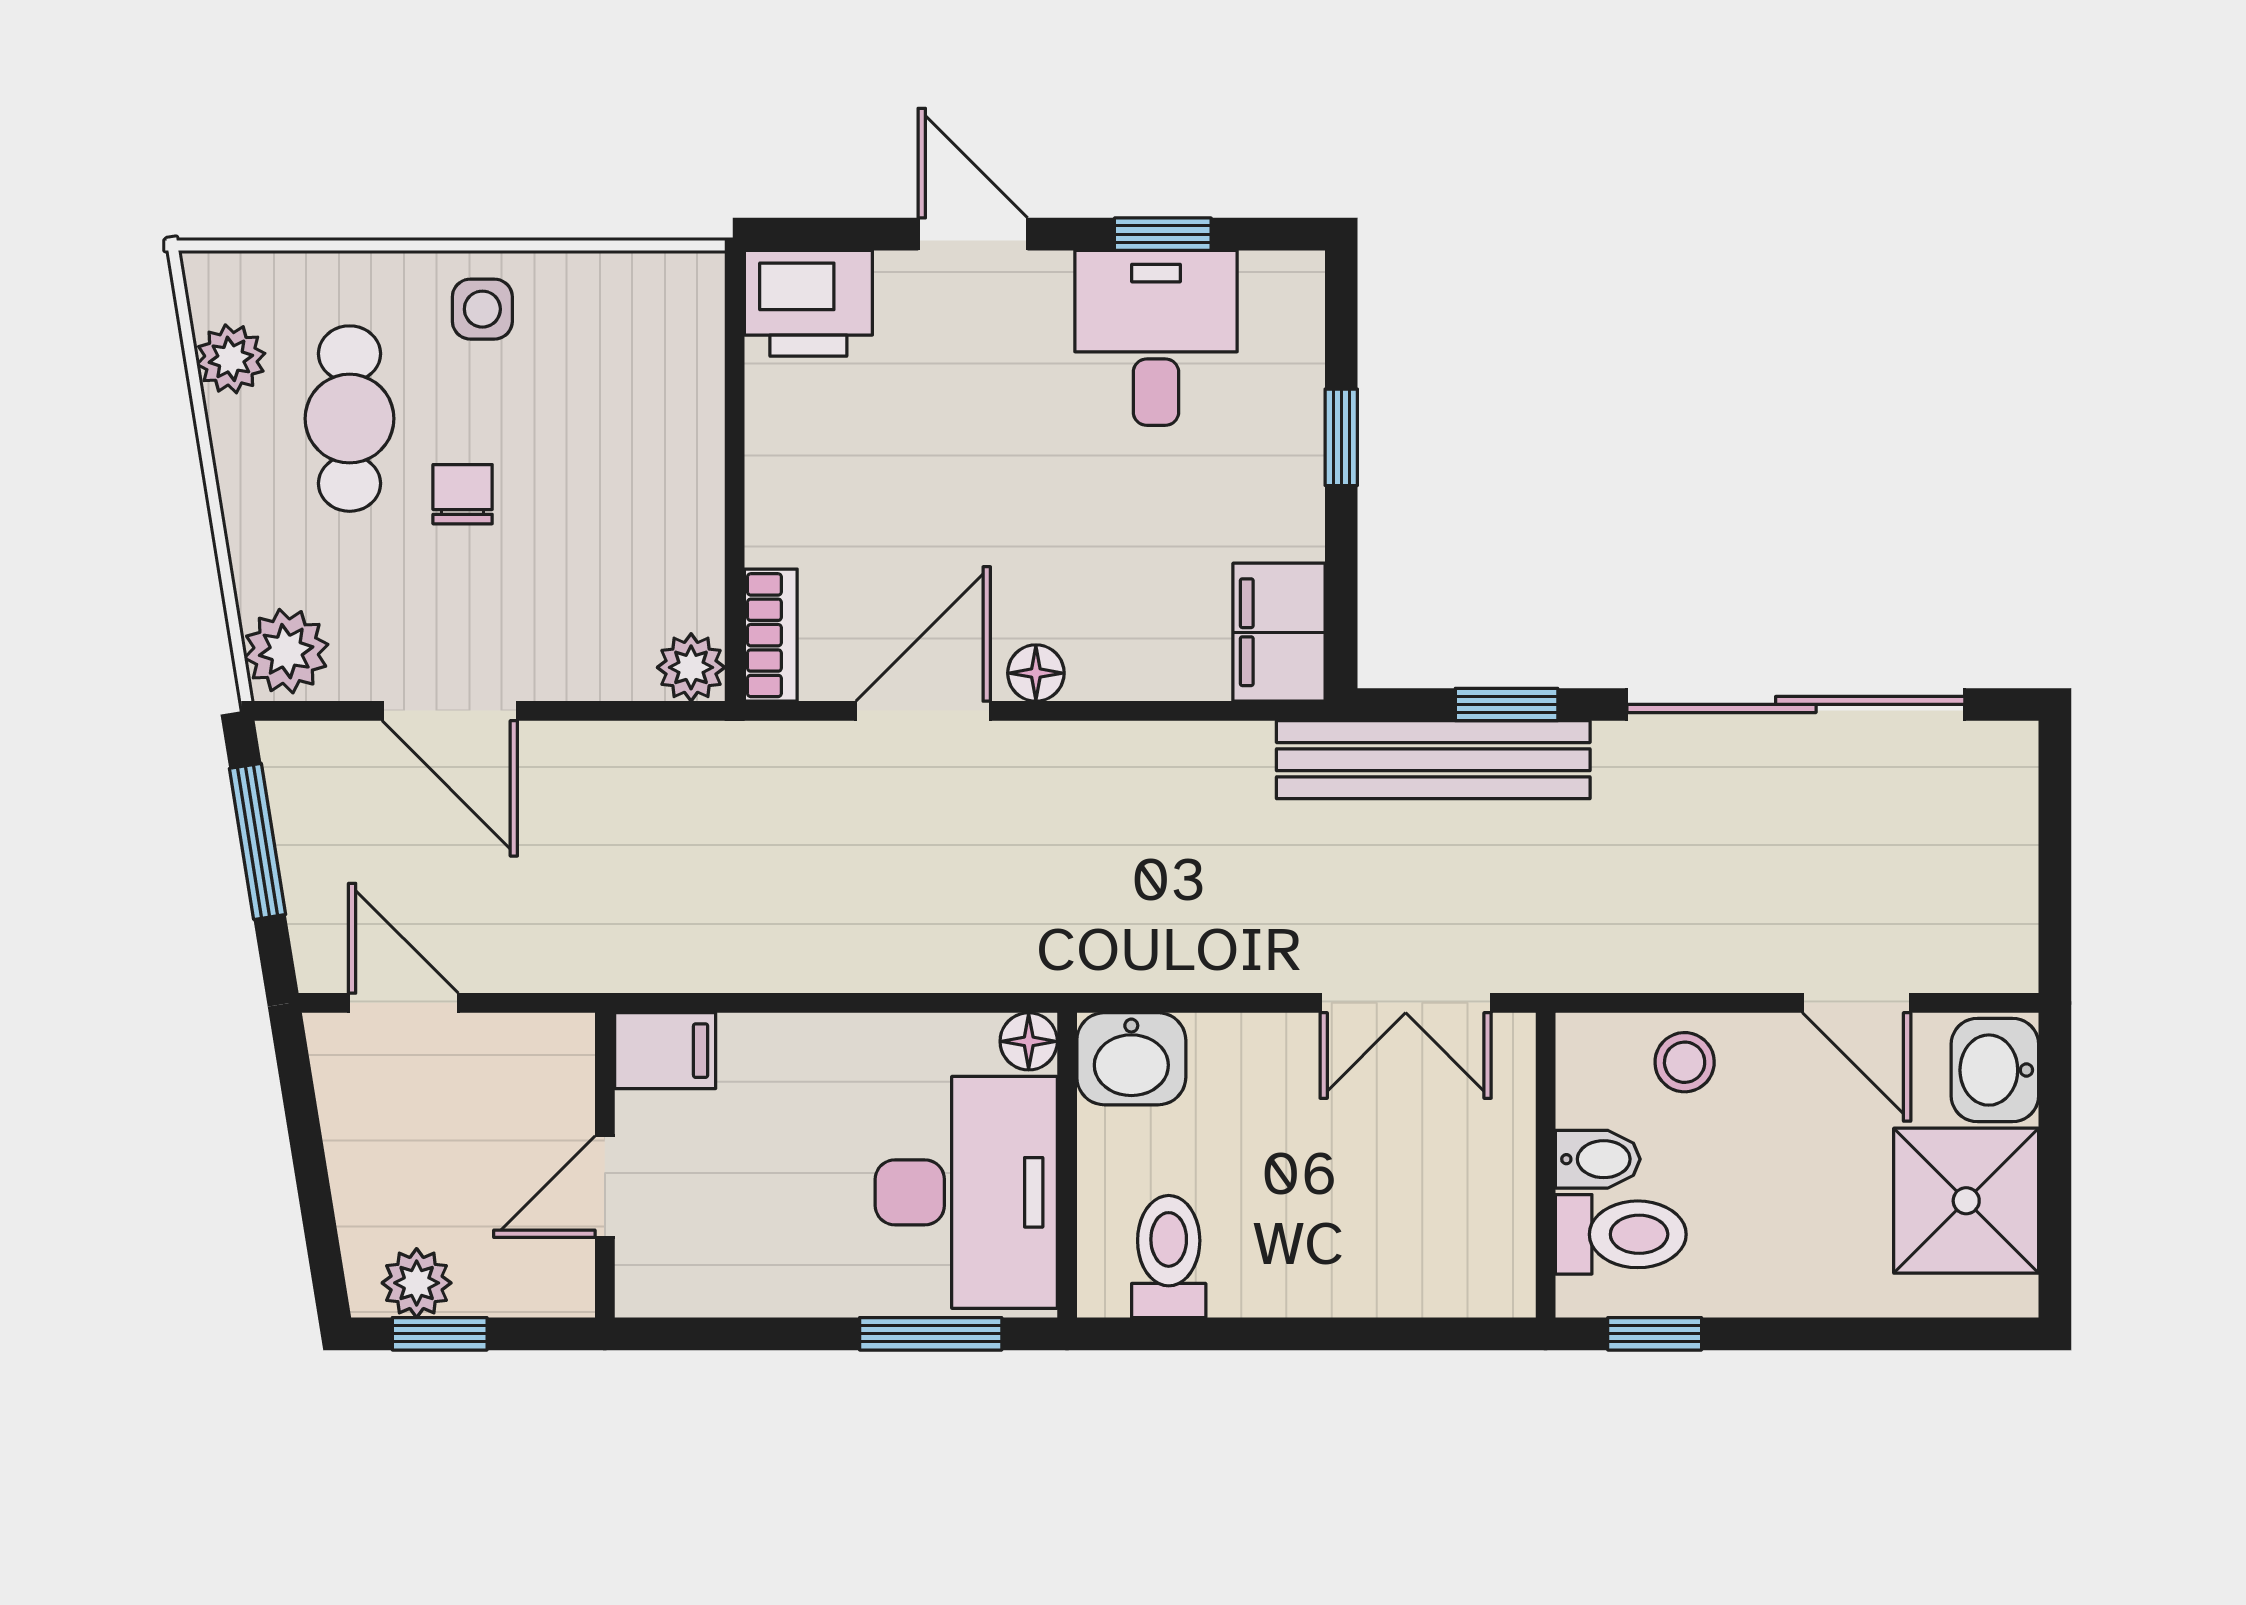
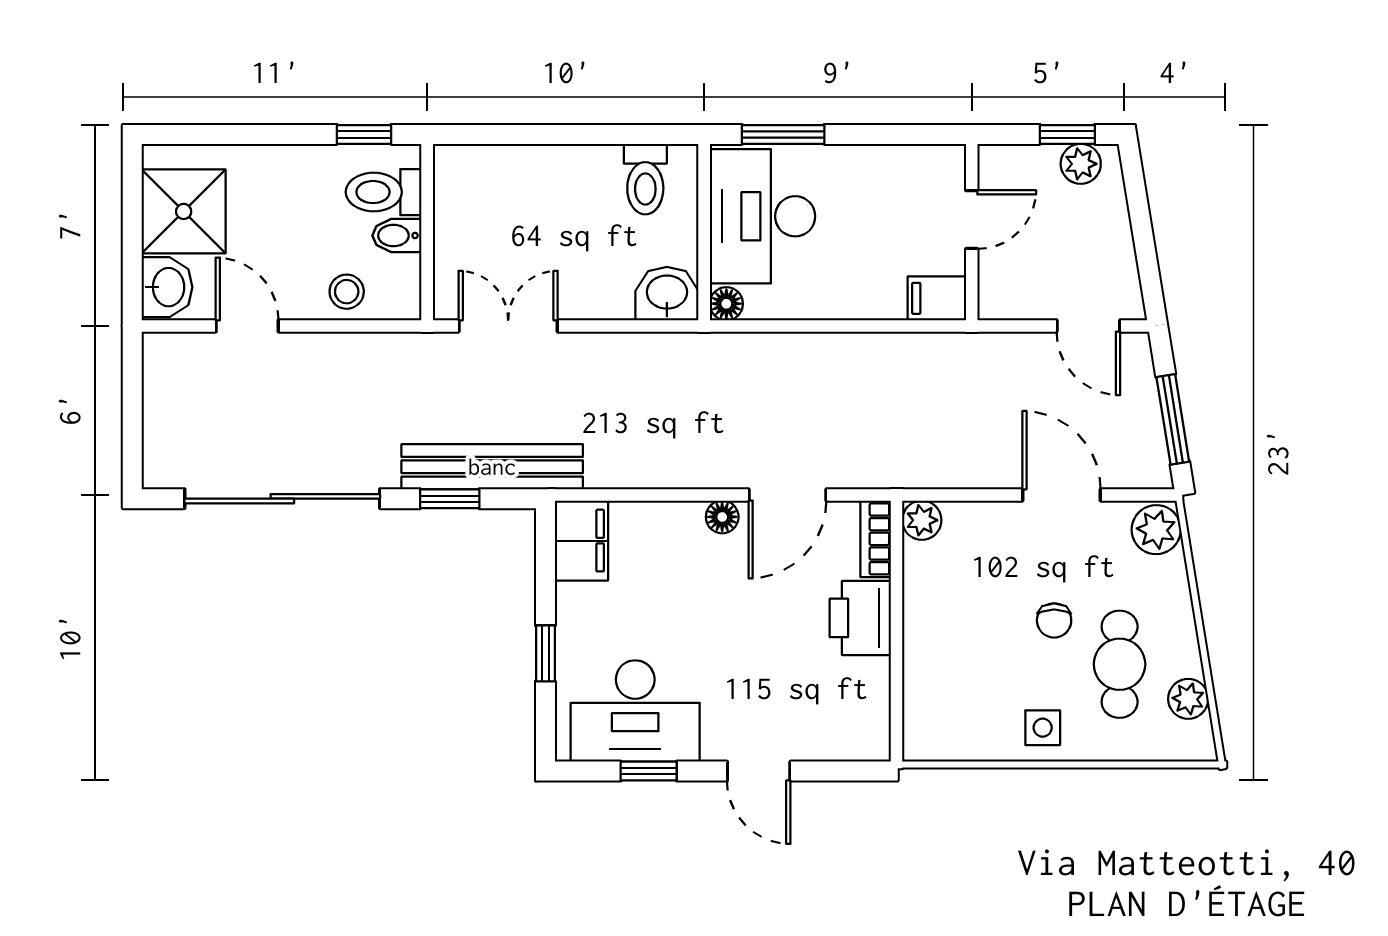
printer: (808, 303) -> (860, 618), moved, turned -90
desk: (1156, 338) -> (635, 711), width x1.37

